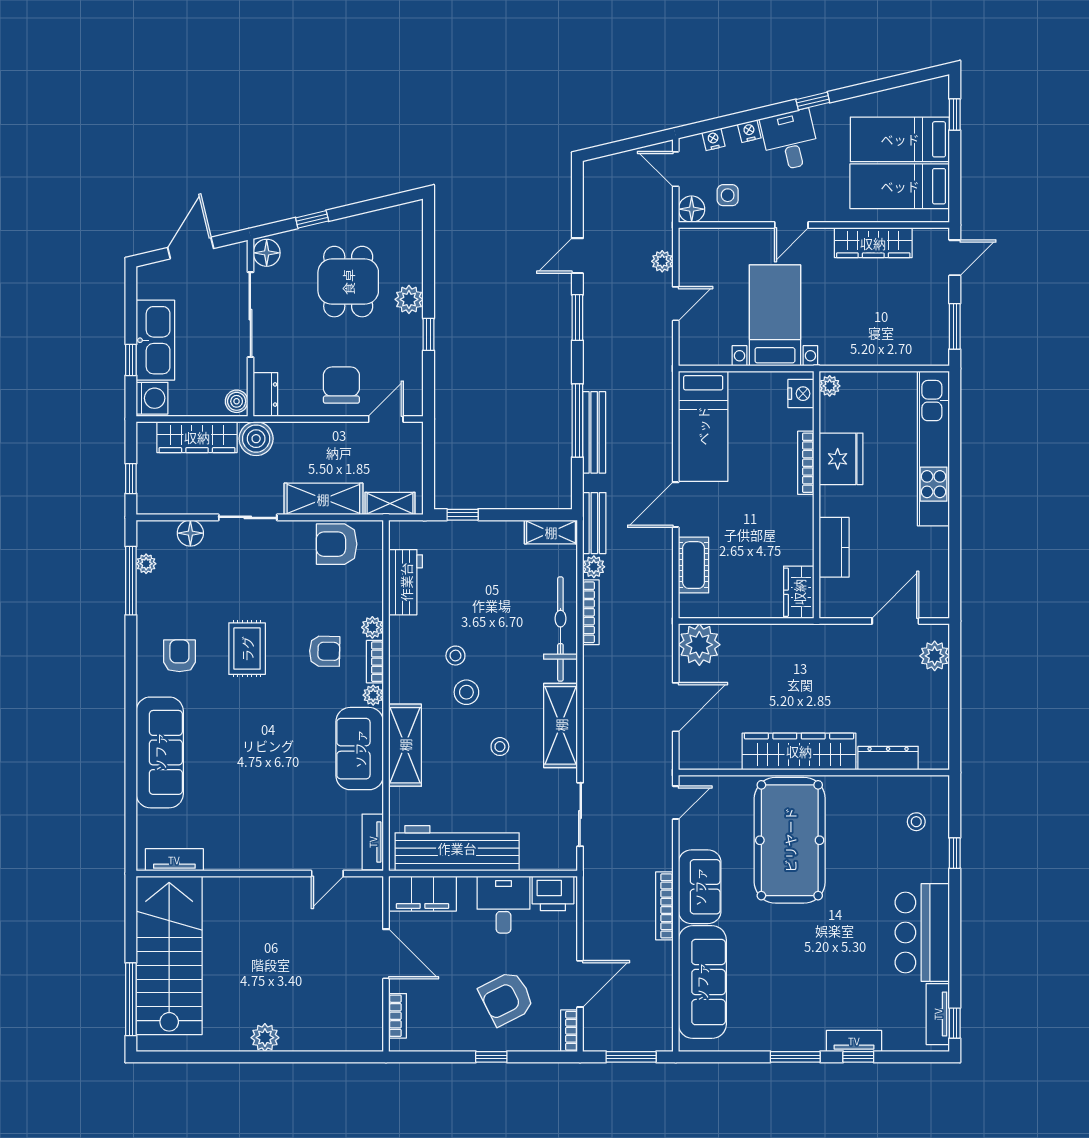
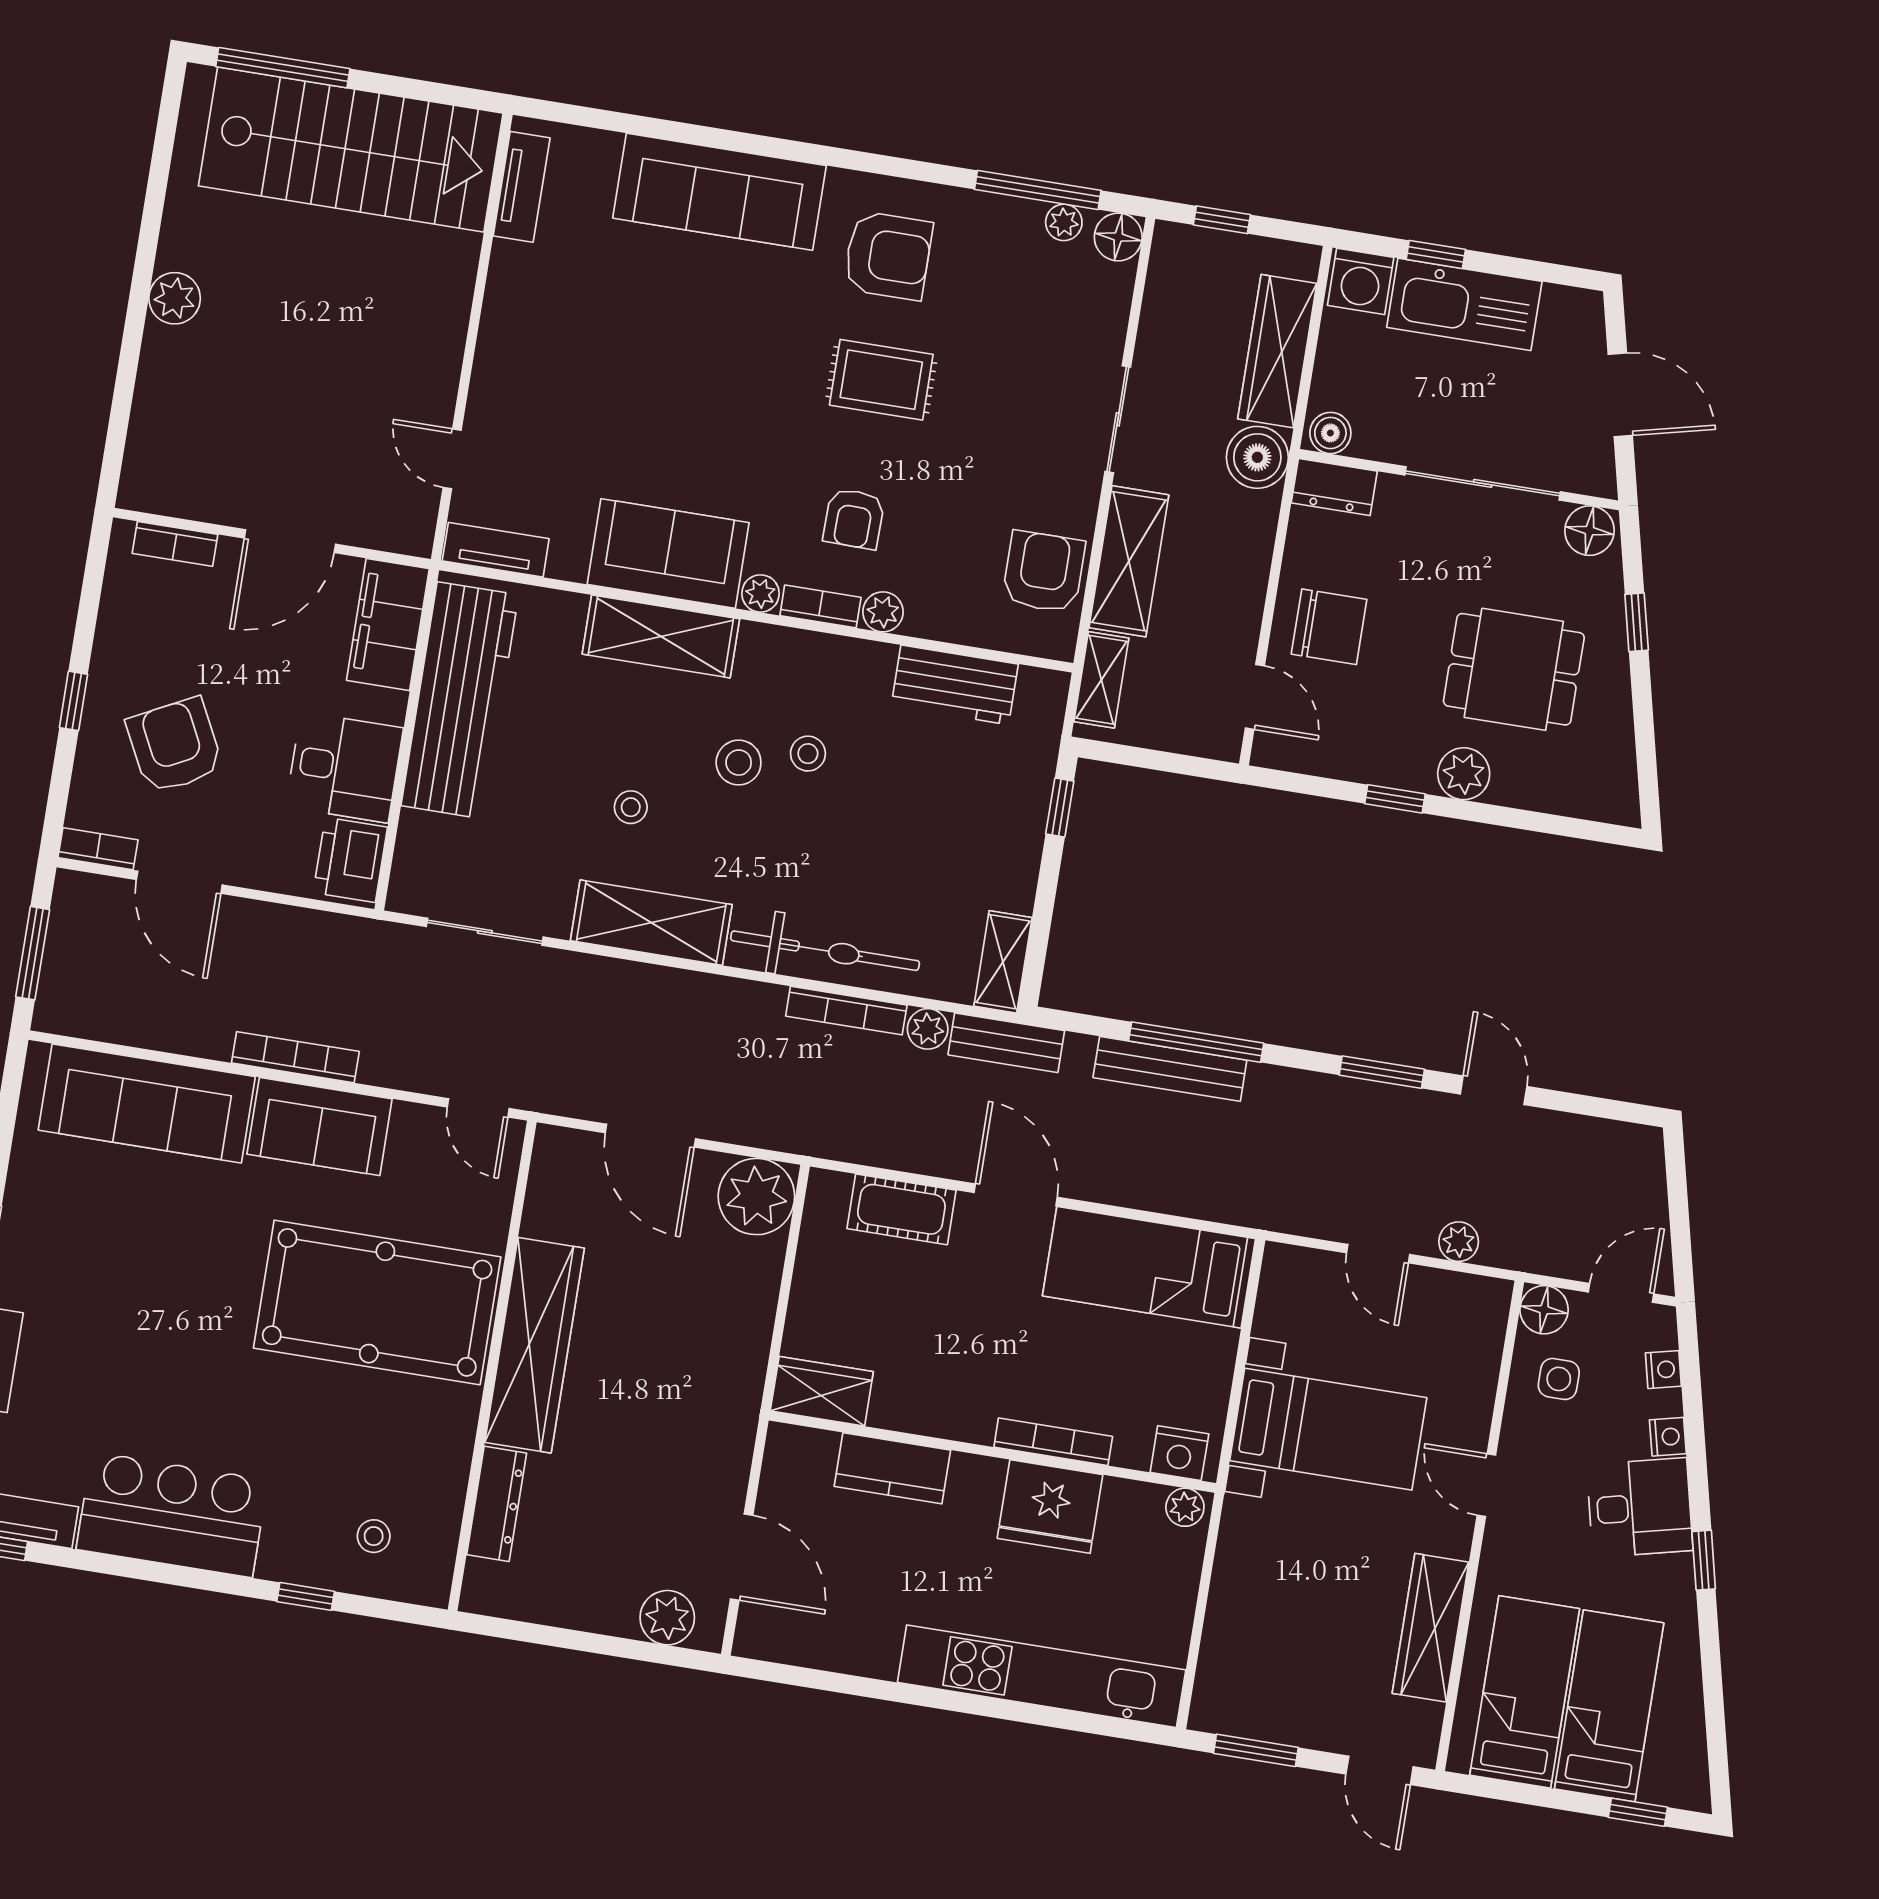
floor lamp: (190, 533) -> (1118, 237), moved
armchair: (179, 656) -> (888, 256), width x1.38, depth x1.38

